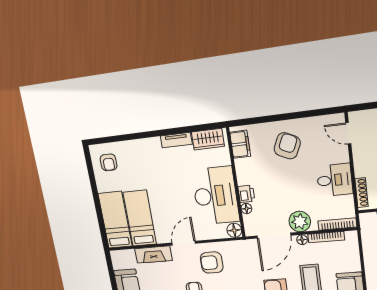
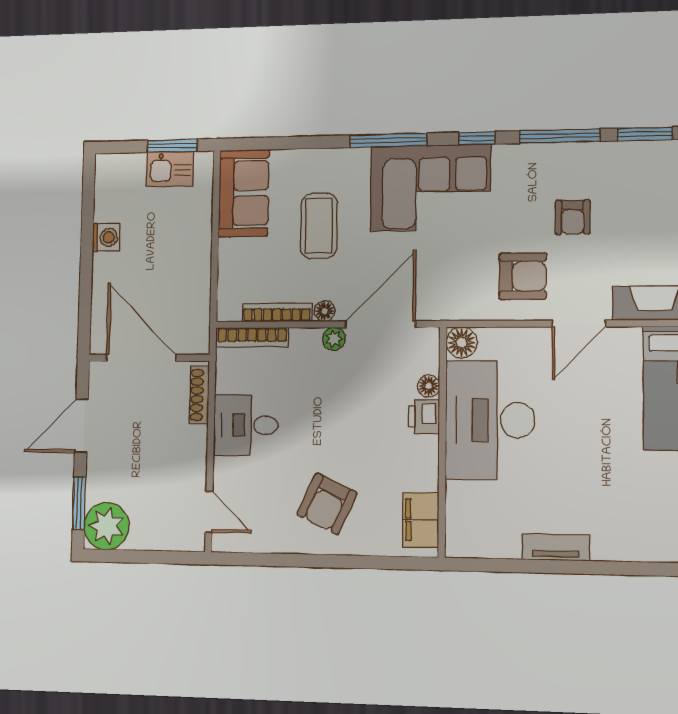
wardrobe: (208, 139) -> (486, 539), removed
plant: (300, 222) -> (334, 339), width x0.53, depth x0.53

